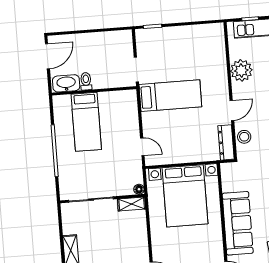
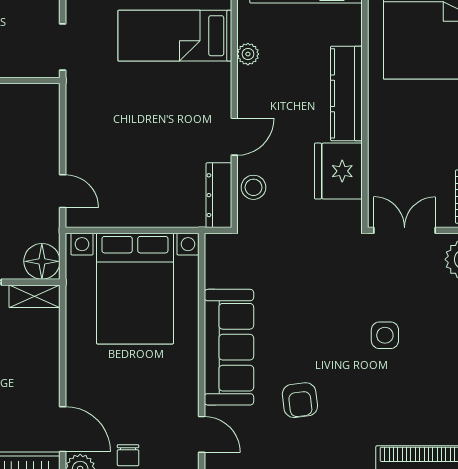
plant: (241, 70) -> (248, 54), width x0.53, depth x0.53
bed: (170, 96) -> (175, 36), moved, turned 180
floor lamp: (139, 189) -> (42, 261), width x1.89, depth x1.89

